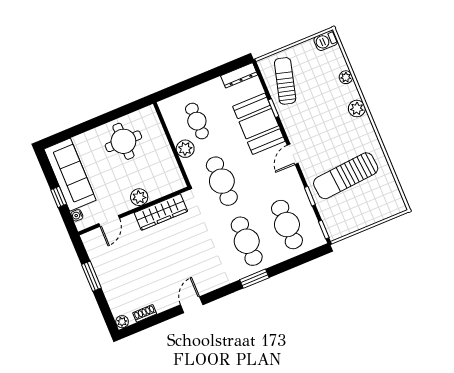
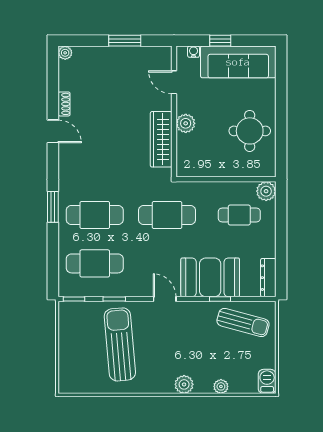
plant: (185, 149) -> (266, 191), moved
shoe rack: (145, 313) -> (64, 104), moved

